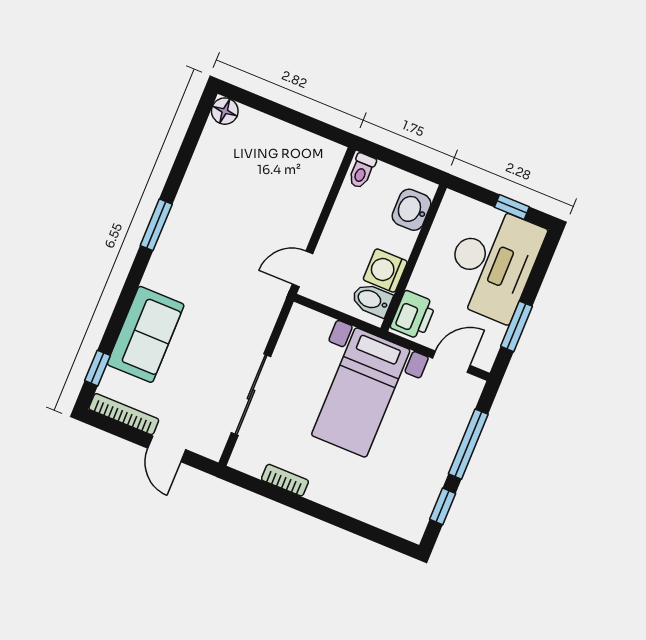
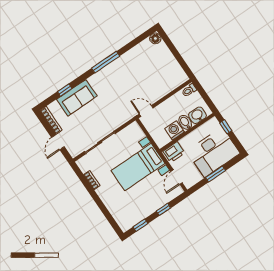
window: (512, 207) -> (226, 127), moved
window: (156, 225) -> (106, 62), width x1.44
bidet: (372, 300) -> (185, 122), moved
window: (516, 326) -> (215, 174), moved
door: (451, 362) -> (177, 177), swing flipped
window: (98, 368) -> (65, 90), moved
window: (468, 444) -> (164, 209), width x0.46

